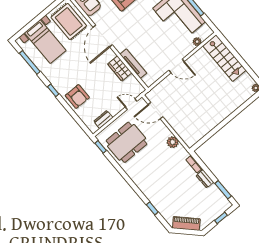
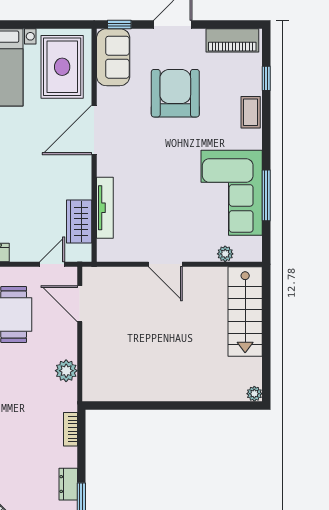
wardrobe: (120, 68) -> (79, 221), moved
door: (131, 104) -> (52, 264), hinge flipped
dresser: (205, 179) -> (68, 484), moved

